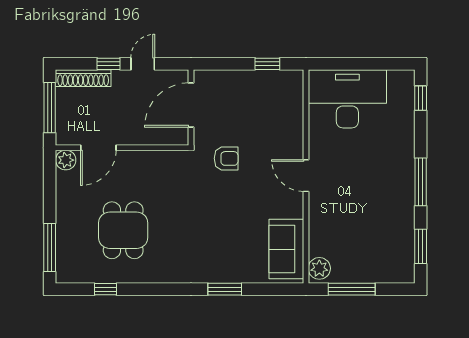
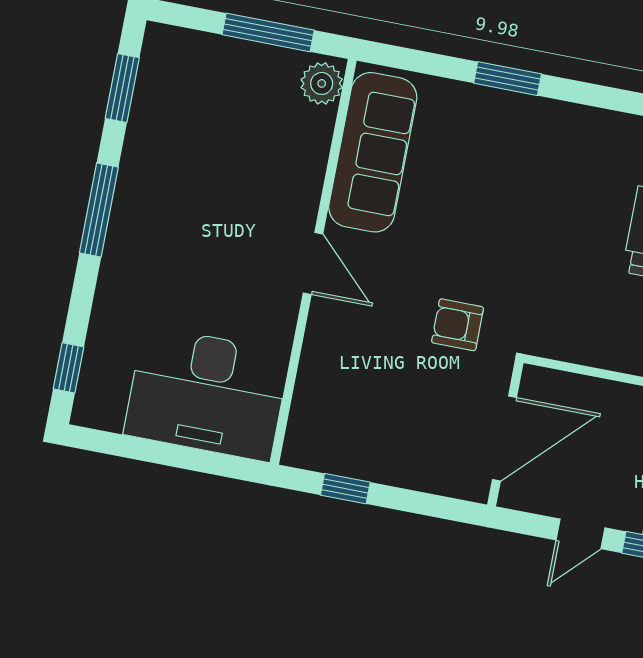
sofa: (286, 249) -> (373, 152), width x1.36

